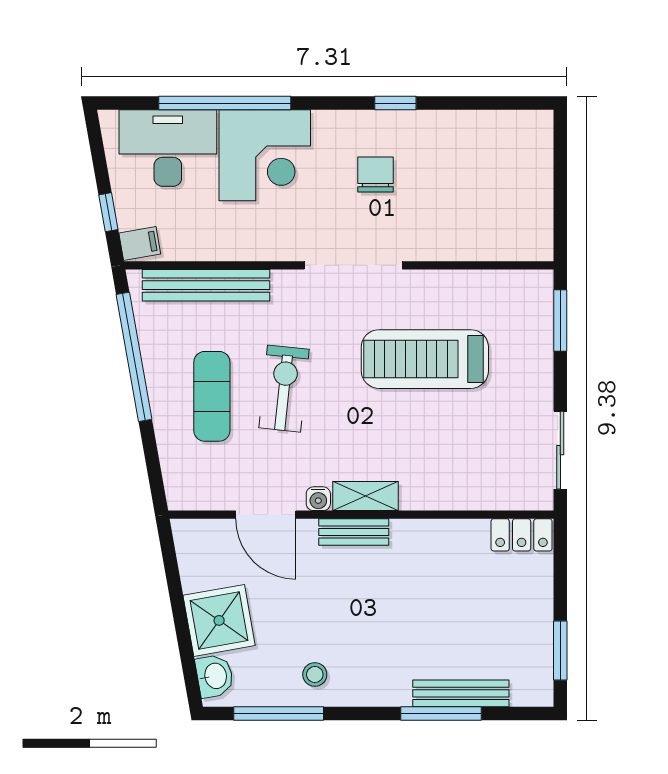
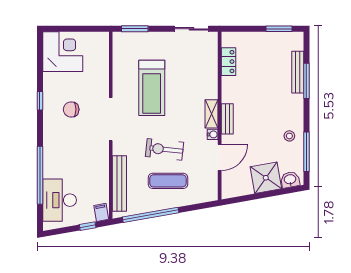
corner desk: (265, 155) -> (63, 52), moved
locker: (522, 535) -> (228, 62), moved

